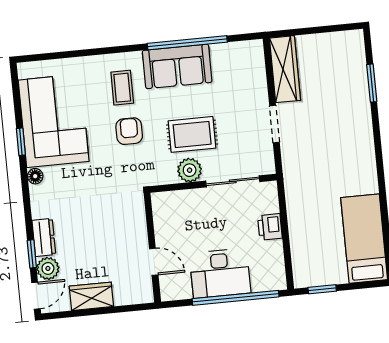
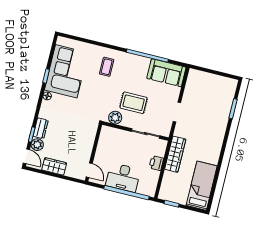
sofa: (177, 66) -> (166, 73), moved
wardrobe: (285, 69) -> (175, 154), moved
armchair: (129, 131) -> (102, 90), removed
plant: (190, 170) -> (115, 118), moved
door: (154, 262) -> (89, 170), moved
door: (36, 296) -> (26, 156), hinge flipped

